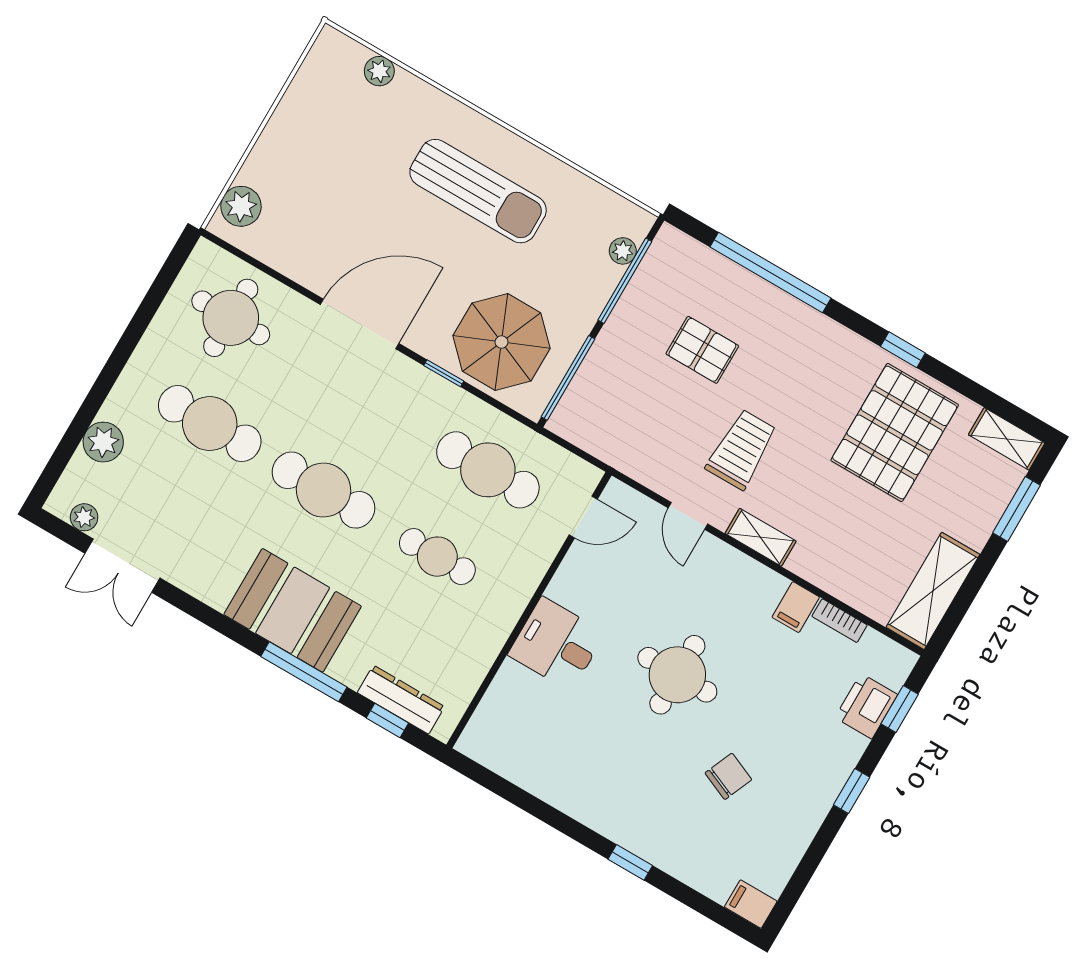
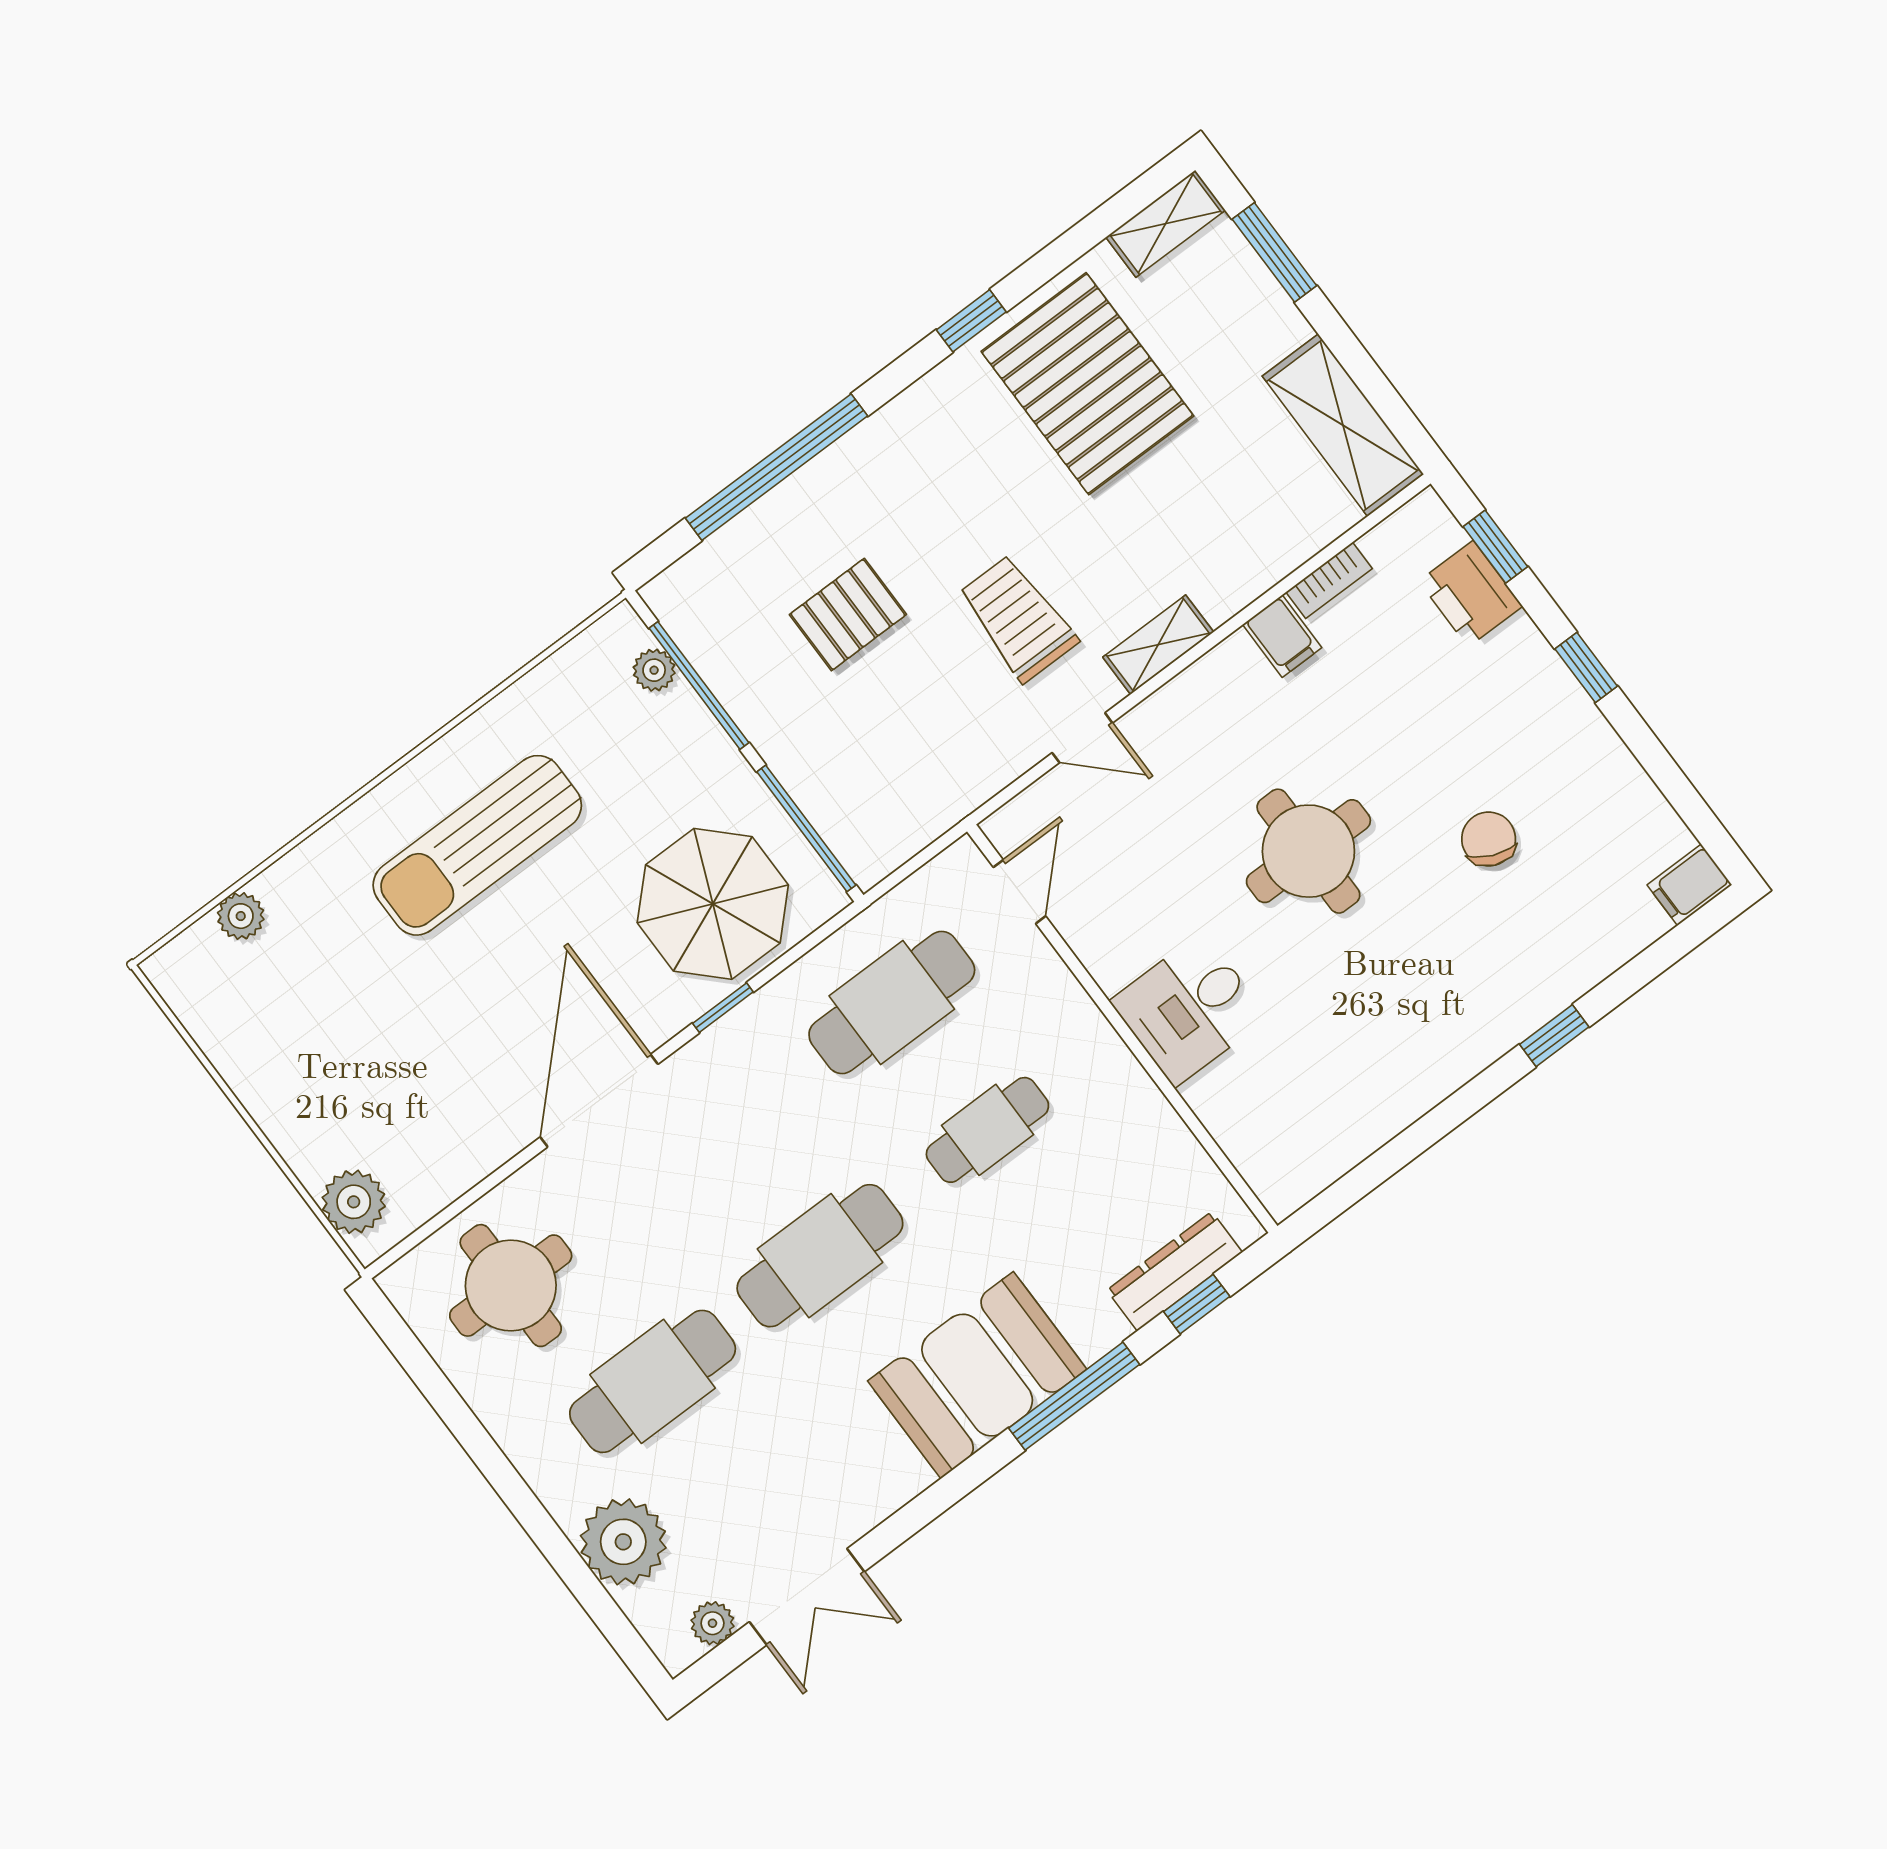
sun lounger: (478, 191) -> (477, 845), turned 180
plant: (103, 442) -> (623, 1542), width x1.36, depth x1.36

